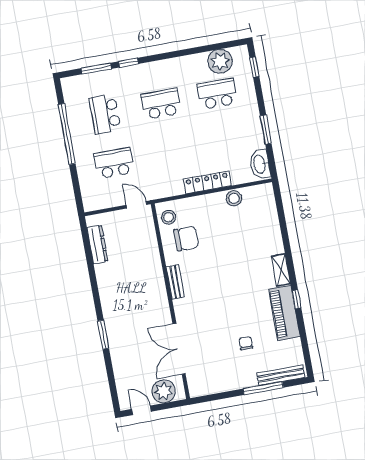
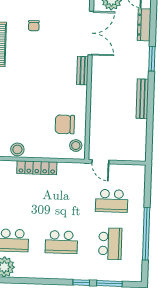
dresser: (97, 244) -> (144, 25), moved
bench: (175, 282) -> (83, 71), moved
bench: (104, 287) -> (142, 99), added

